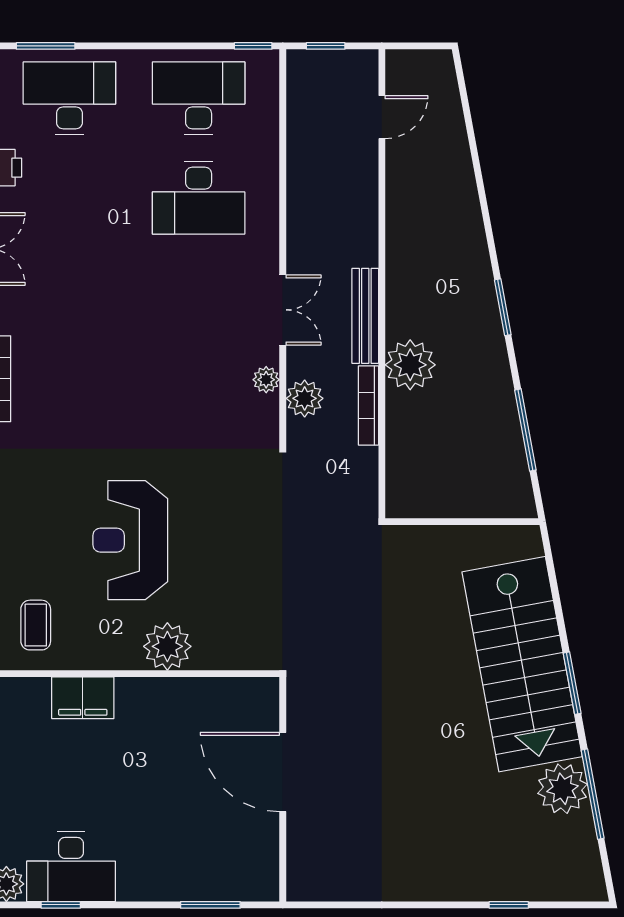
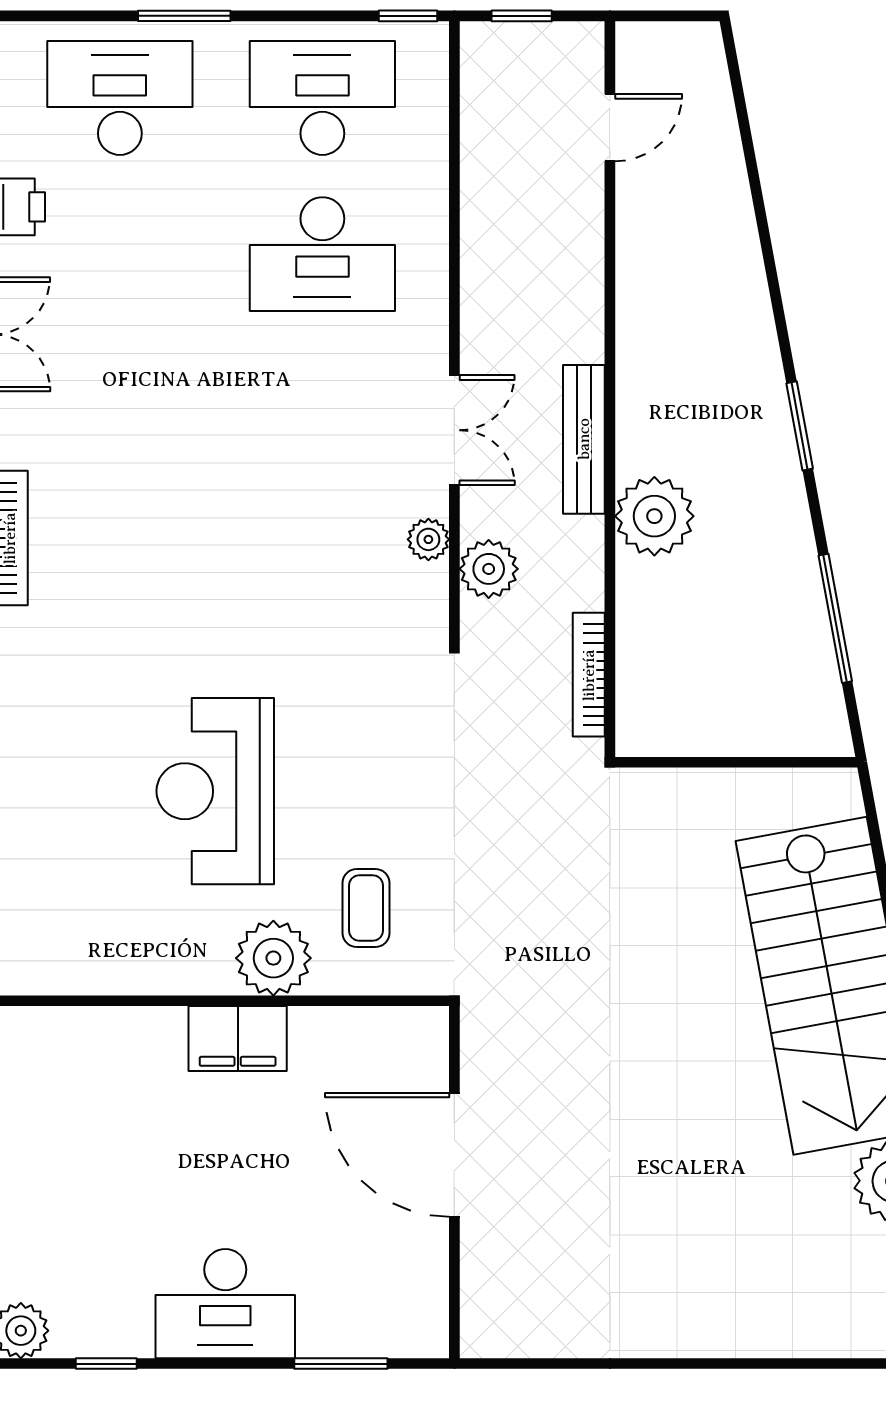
window: (46, 46) -> (184, 16), moved
bookcase: (368, 405) -> (589, 675), moved
coffee table: (36, 625) -> (366, 908), moved
filing cabinet: (83, 698) -> (238, 1038), moved
desk: (71, 867) -> (225, 1304), moved
window: (509, 905) -> (809, 1364), removed

